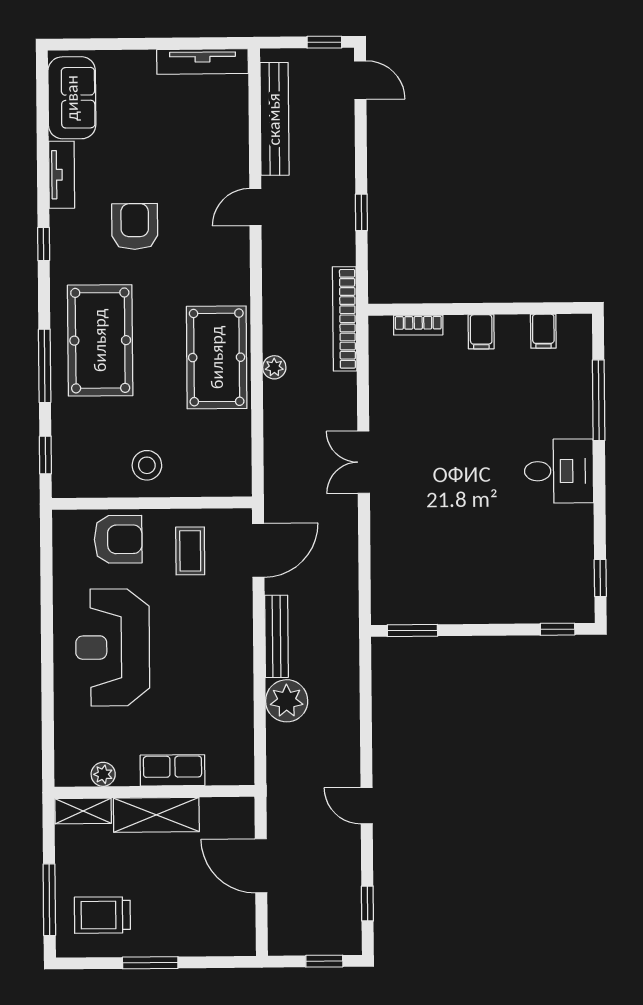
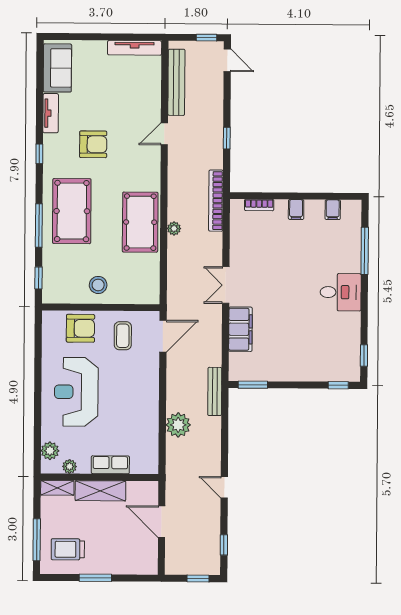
armchair: (135, 227) -> (93, 144), turned 90
filing cabinet: (390, 537) -> (240, 329), added
bench: (276, 636) -> (215, 391), moved
plant: (69, 748) -> (50, 451), added

